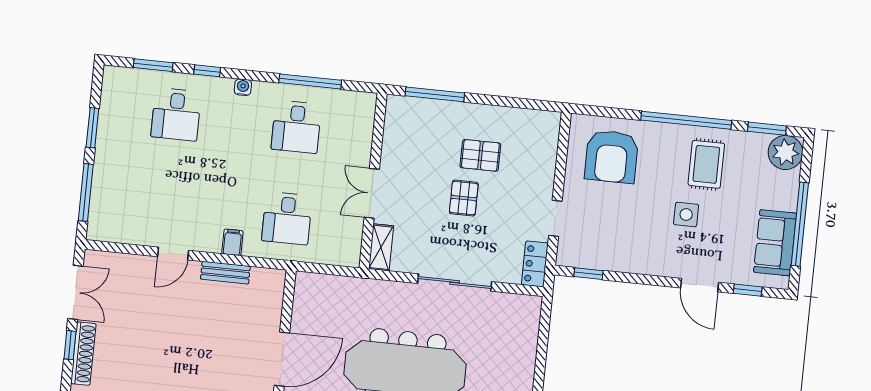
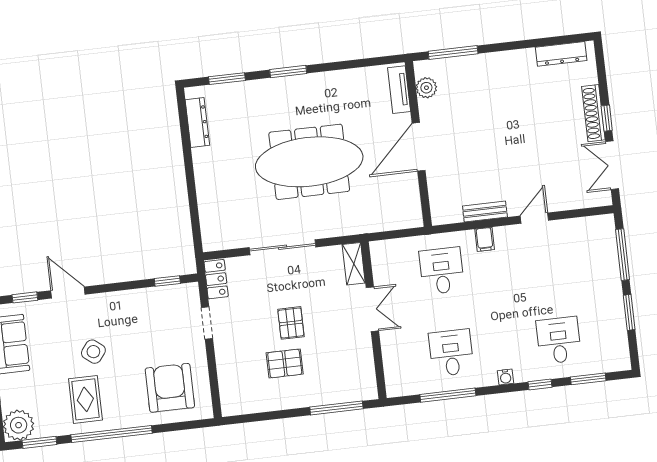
side table: (686, 214) -> (93, 352), turned 37

